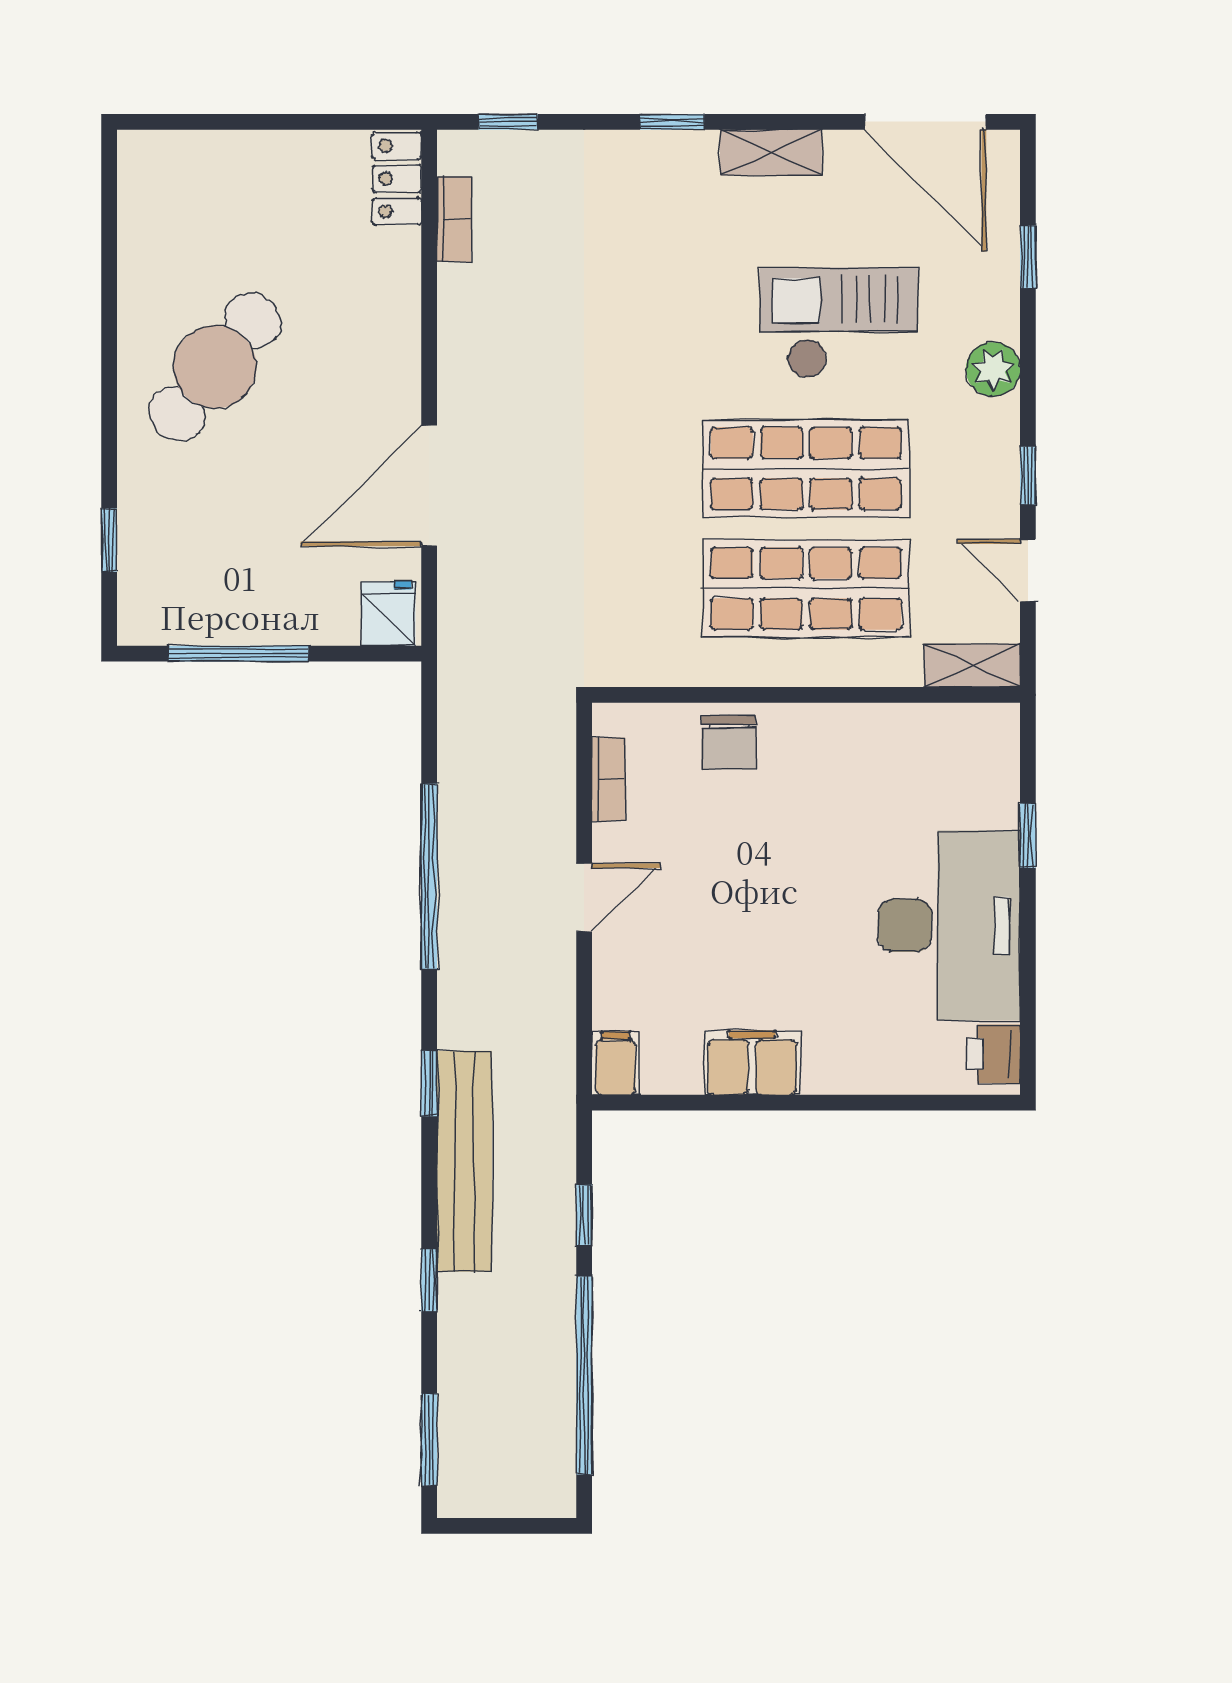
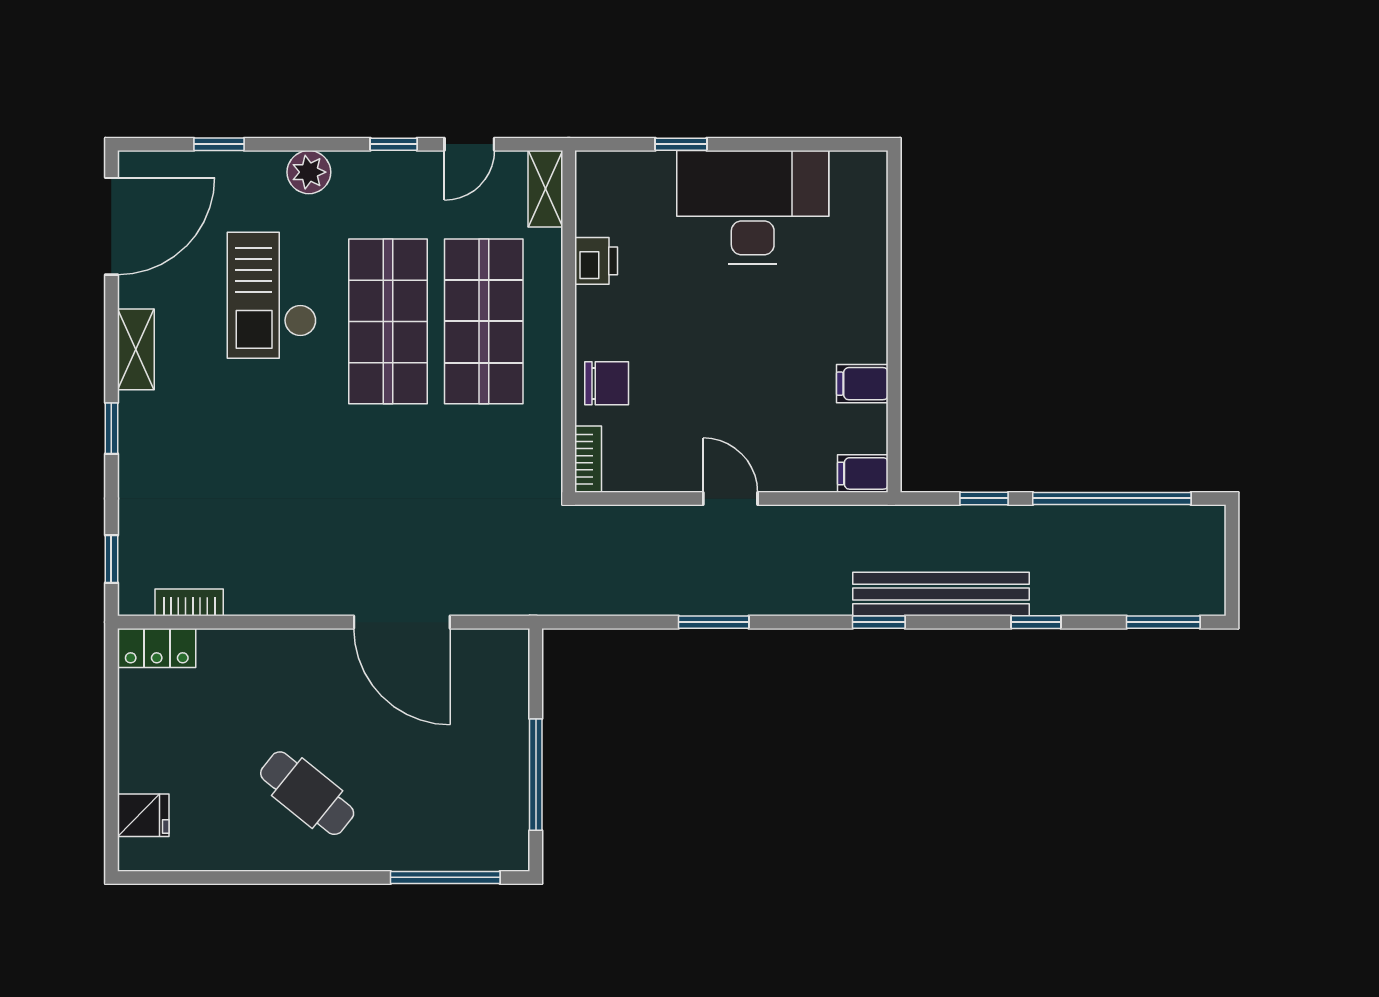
cafe table: (215, 367) -> (307, 793), width x0.73, depth x0.74
window: (109, 540) -> (445, 877), width x2.17
fridge: (389, 614) -> (143, 815), moved, turned 180
bookcase: (608, 779) -> (588, 459), moved, turned 90
window: (429, 876) -> (714, 622), width x0.47
printer: (994, 1054) -> (596, 261), moved, turned -90
filing cabinet: (752, 1063) -> (862, 384), width x0.50

